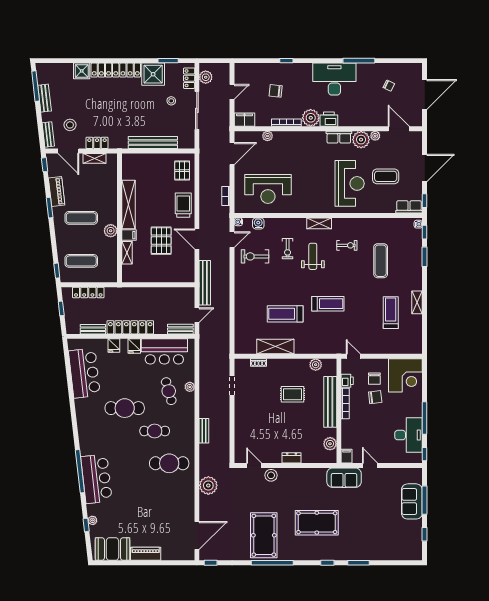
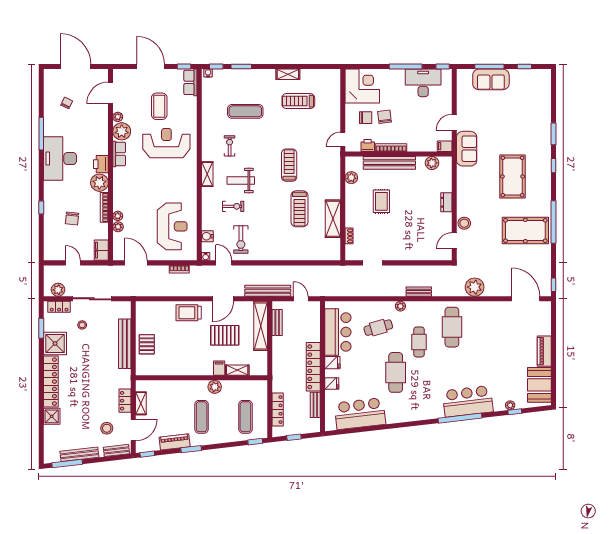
bench: (45, 98) -> (79, 454), width x1.36
plant: (278, 136) -> (118, 216), added
pallet: (182, 171) -> (147, 344), moved, turned 90
shelving: (128, 205) -> (261, 326), moved, turned 90
bench: (180, 329) -> (277, 323), moved
plant: (190, 387) -> (400, 306), moved

